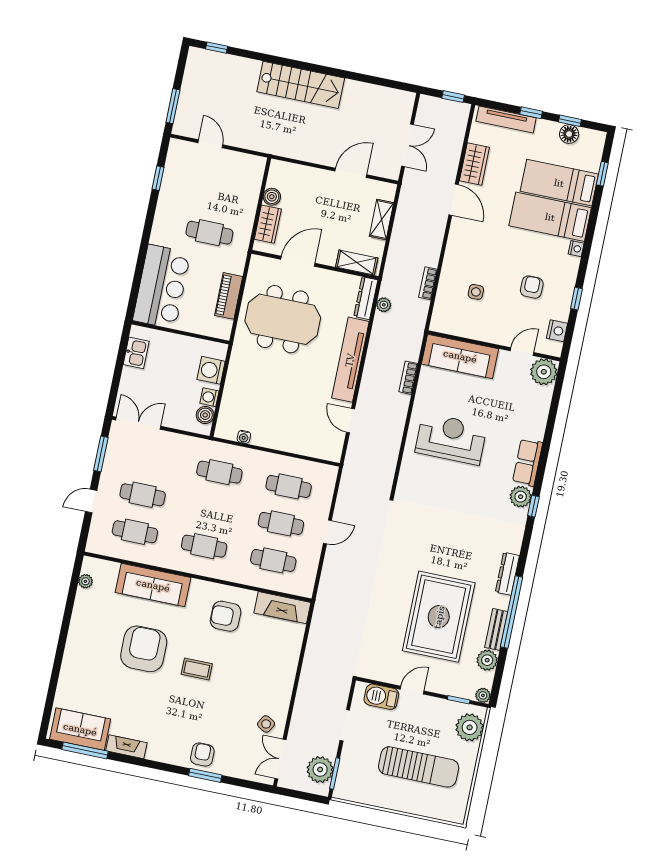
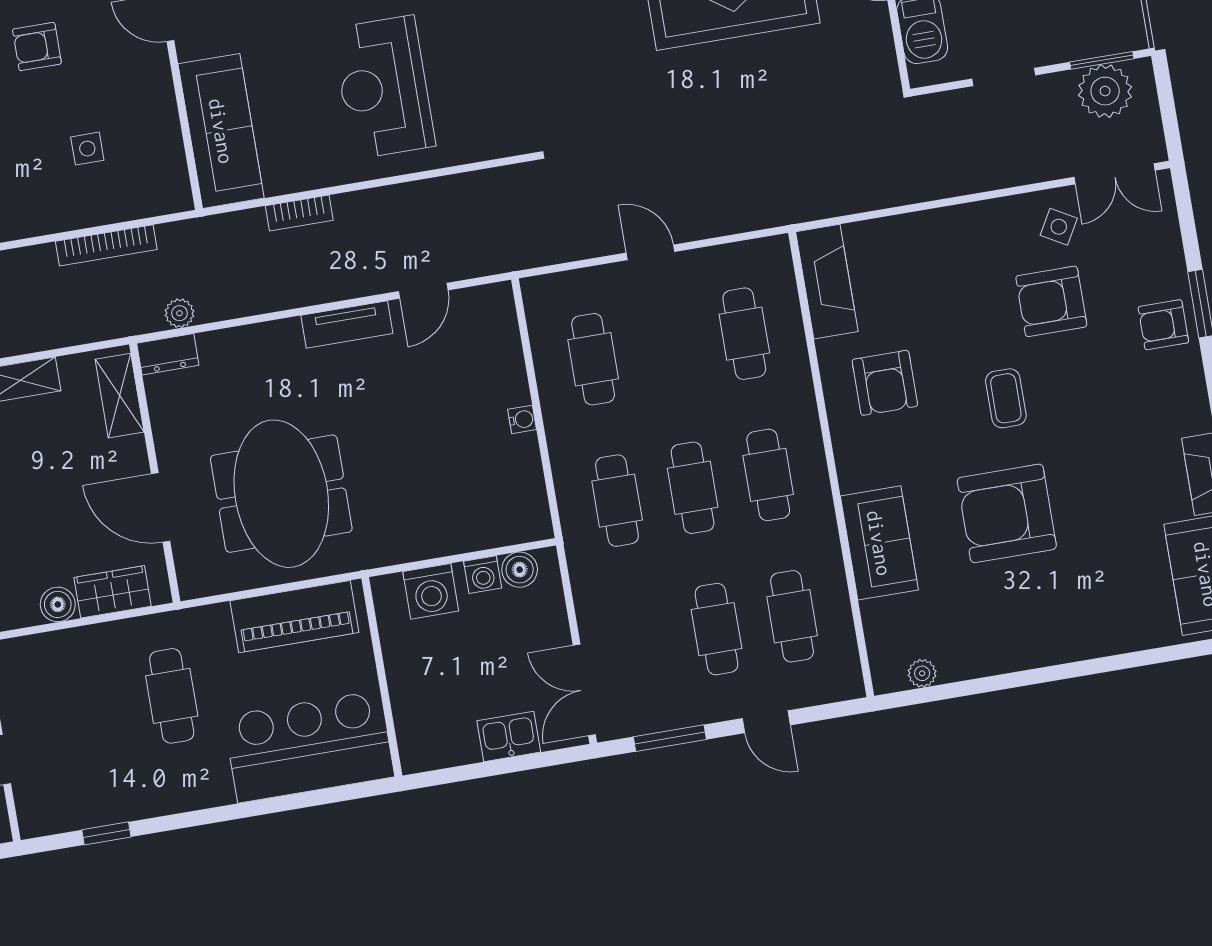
bookcase: (428, 283) -> (106, 245), width x1.56
piano: (229, 296) -> (294, 617), width x1.37, depth x1.33
dresser: (366, 298) -> (168, 354), width x0.70
kitchen sink: (136, 353) -> (509, 736), moved
tv unit: (350, 360) -> (347, 324), width x0.52, depth x0.78
water cooler: (244, 437) -> (522, 419), moved
cafe table: (281, 523) -> (693, 488), moved
sofa: (153, 585) -> (879, 543), width x0.73
armchair: (233, 707) -> (1051, 301), added

